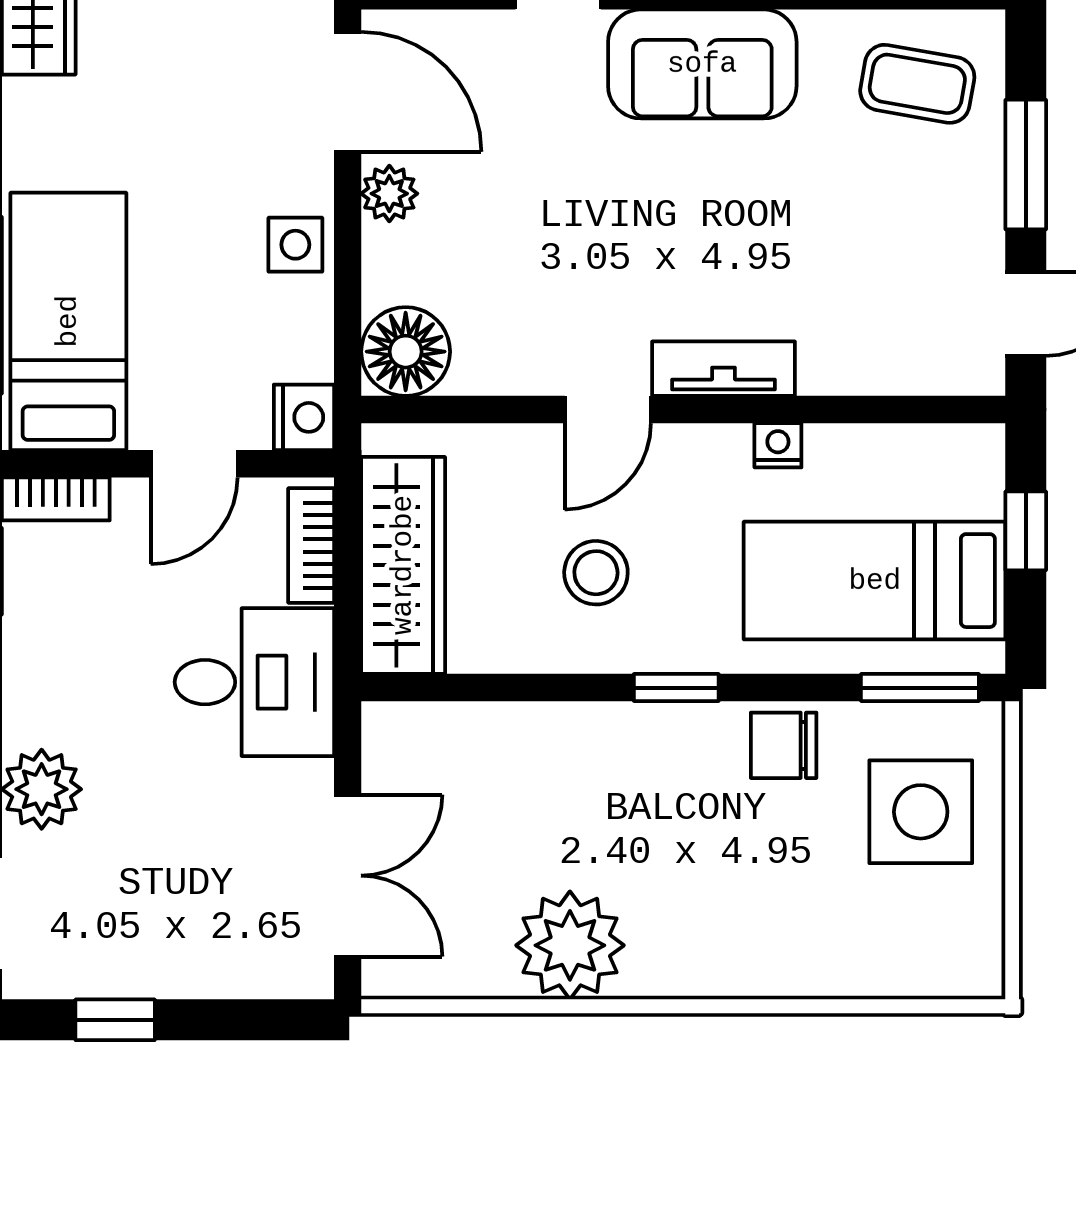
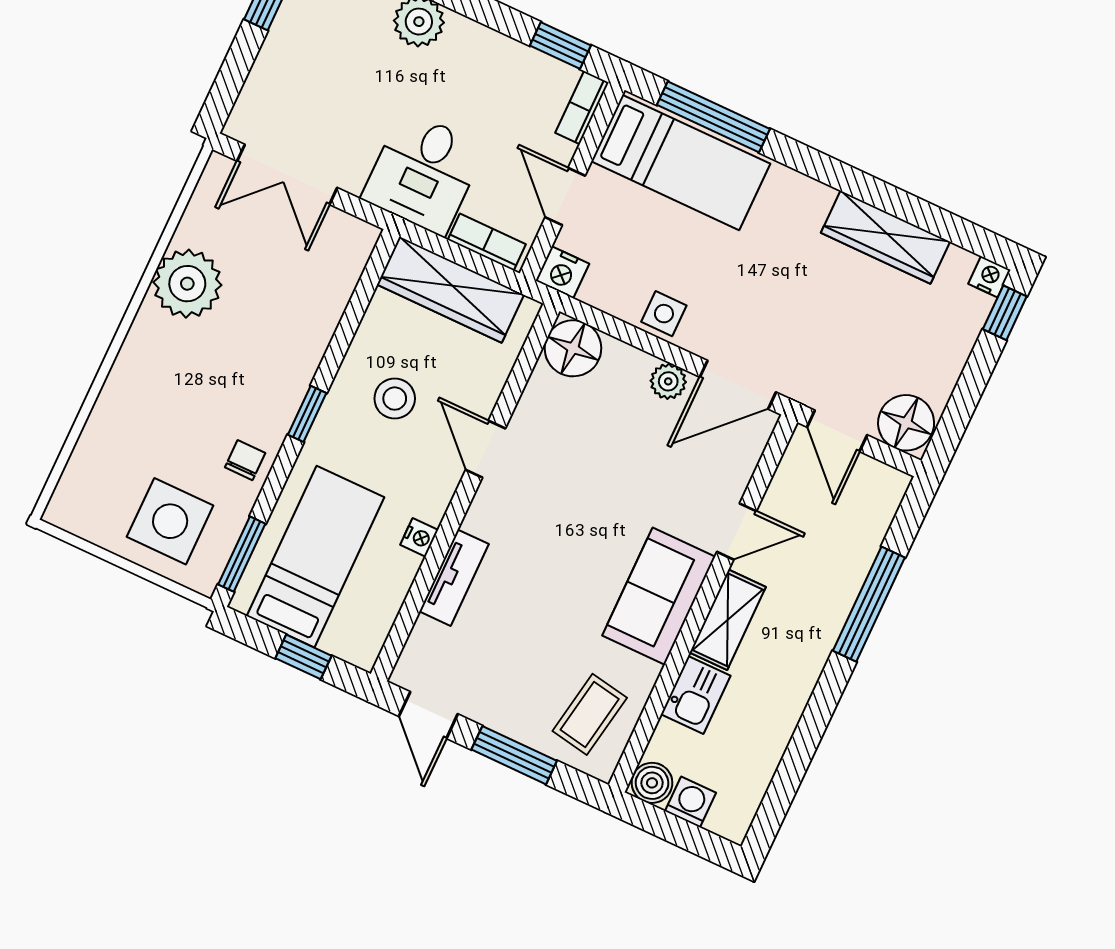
tv unit: (724, 369) -> (454, 578), moved
chair: (784, 745) -> (245, 460), width x0.73, depth x0.73

